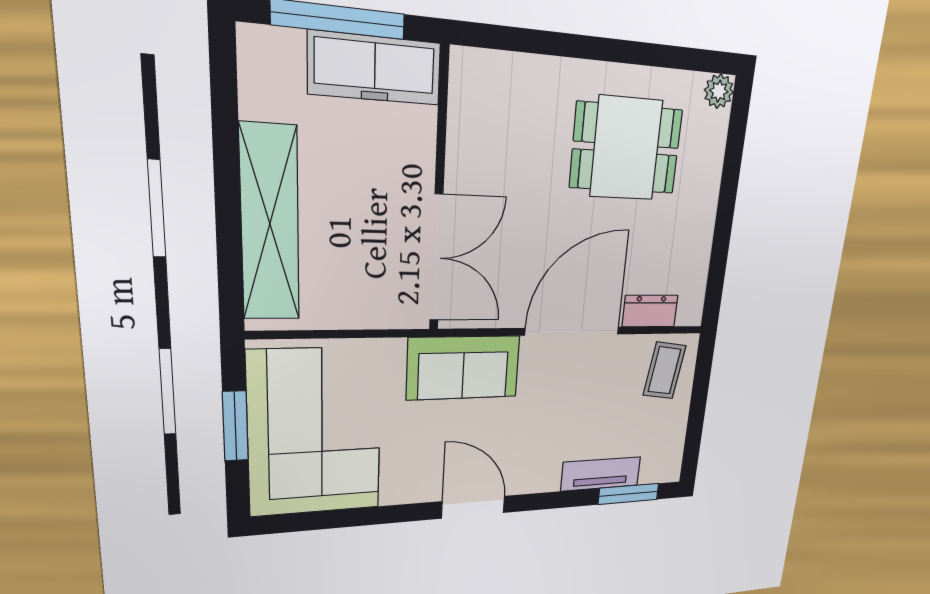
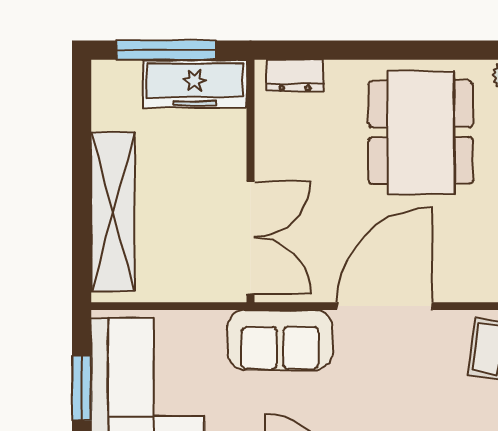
dining table: (626, 148) -> (421, 132), width x1.38
dresser: (650, 311) -> (295, 75), moved, turned 180

